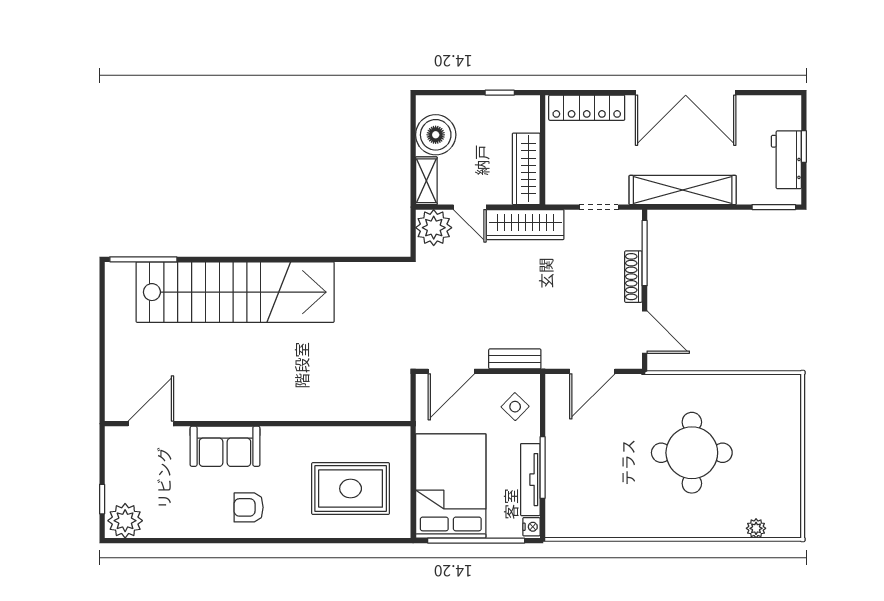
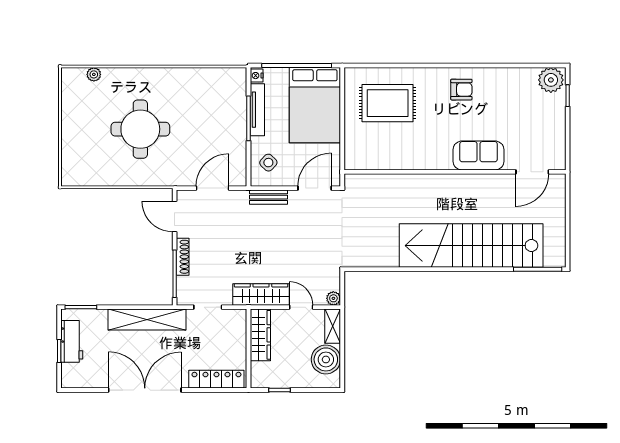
plant: (434, 228) -> (333, 298), width x0.53, depth x0.53
door: (151, 424) -> (532, 172), moved
wall: (258, 424) -> (455, 172), moved
sofa: (225, 446) -> (479, 155), moved

